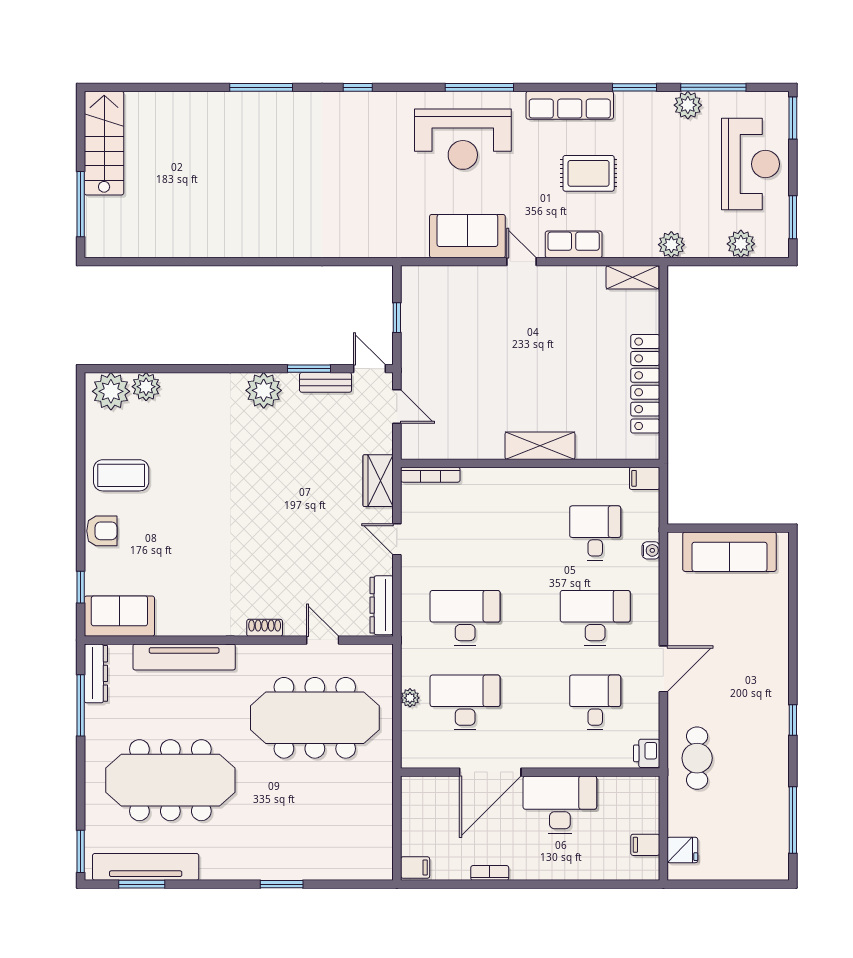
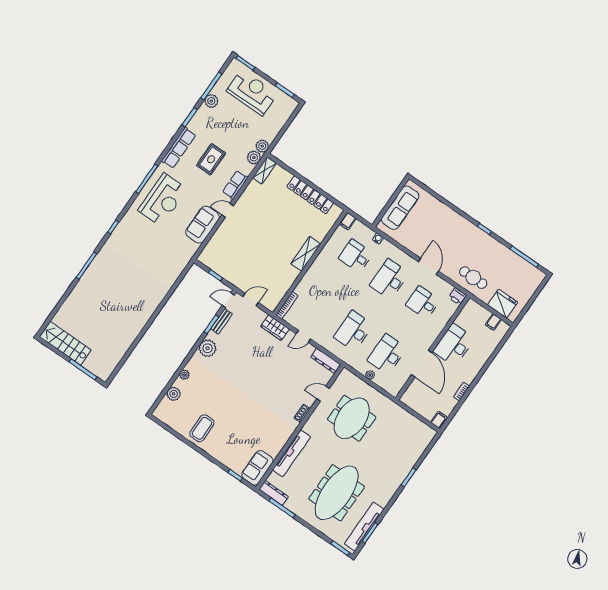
plant: (741, 244) -> (254, 157), moved
plant: (111, 391) -> (184, 375), moved, width x0.53, depth x0.53
armchair: (102, 531) -> (219, 451), removed
meeting table: (315, 718) -> (352, 418), width x0.73
fridge: (682, 850) -> (503, 304), width x1.88, depth x1.34

